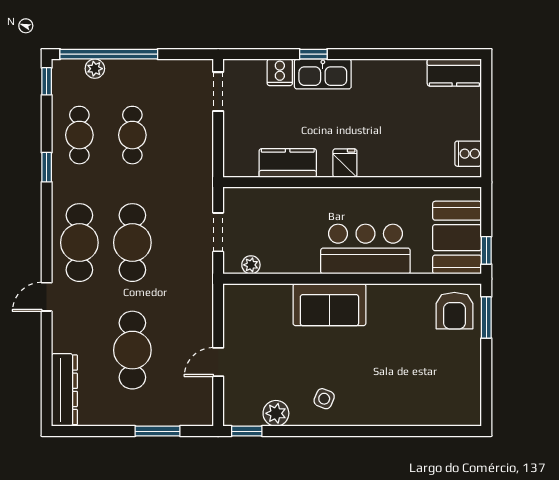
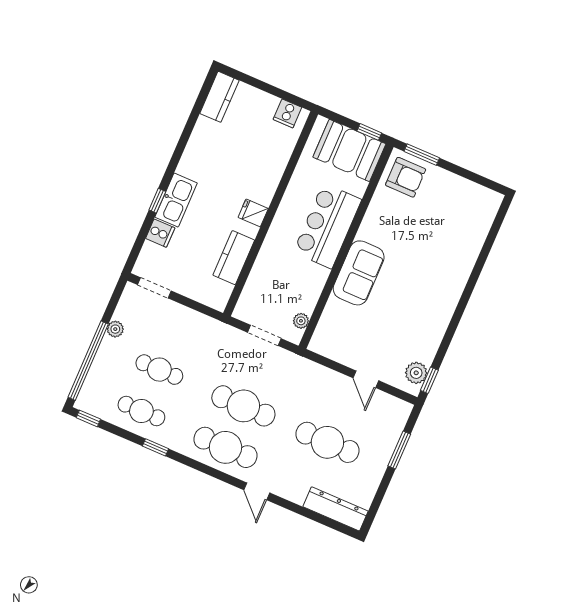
plant: (95, 69) -> (115, 329), moved
side table: (324, 399) -> (430, 309), removed
plant: (276, 413) -> (416, 373), moved

